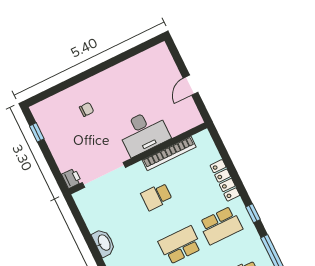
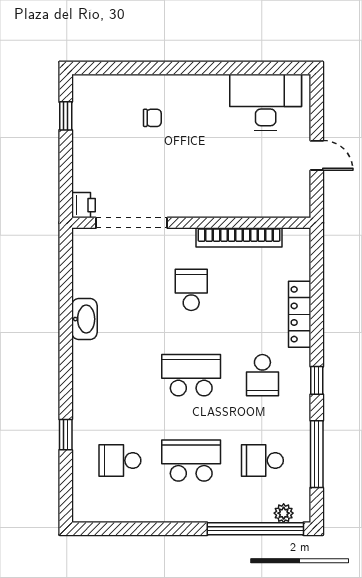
door: (191, 85) -> (317, 155), swing flipped
desk: (144, 132) -> (266, 102), moved, turned 180
school desk: (156, 197) -> (191, 290), turned 90
school desk: (221, 225) -> (262, 375), width x0.54

